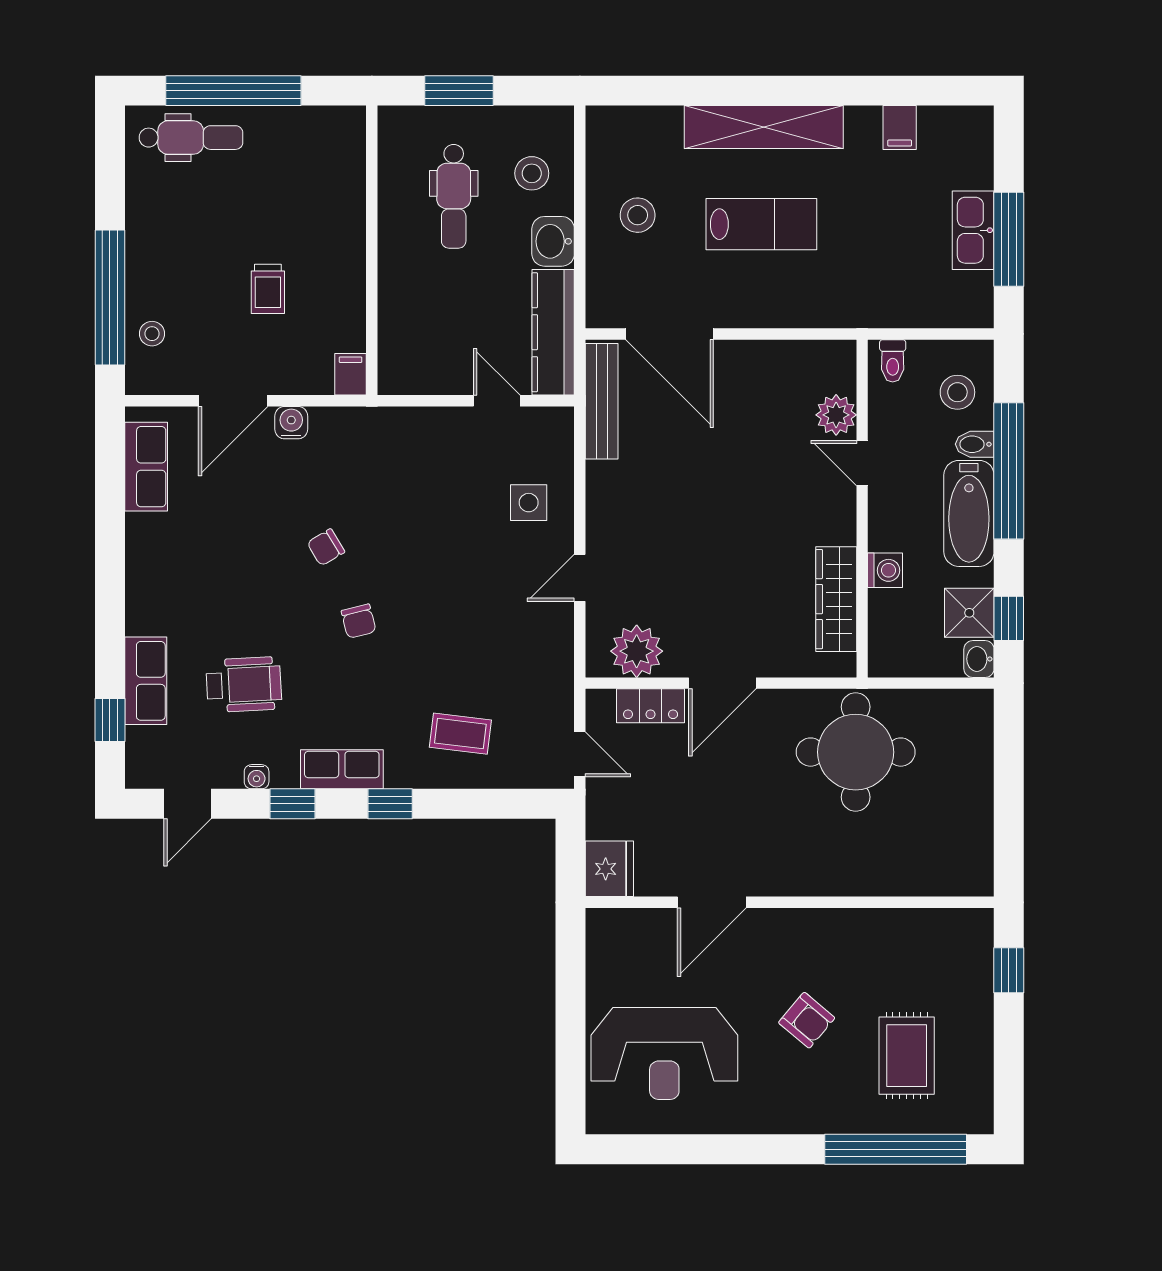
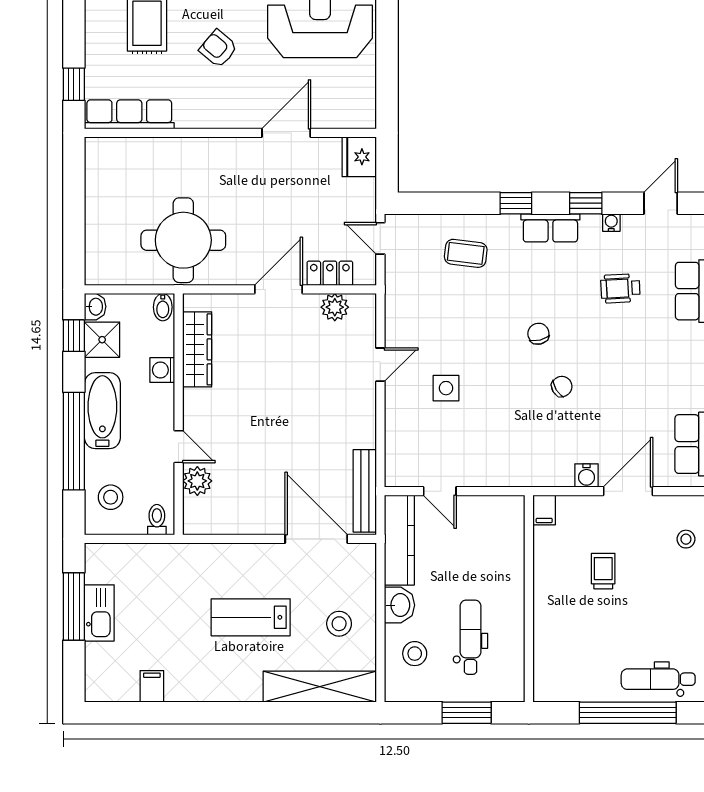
shelving: (764, 127) -> (320, 687), moved
bidet: (975, 444) -> (163, 307), moved, turned 90
side table: (529, 503) -> (446, 388), moved
plant: (637, 651) -> (335, 307), width x0.73, depth x0.73
wheelchair: (244, 685) -> (620, 288), width x0.73, depth x0.73
row of seats: (931, 928) -> (129, 114), added

